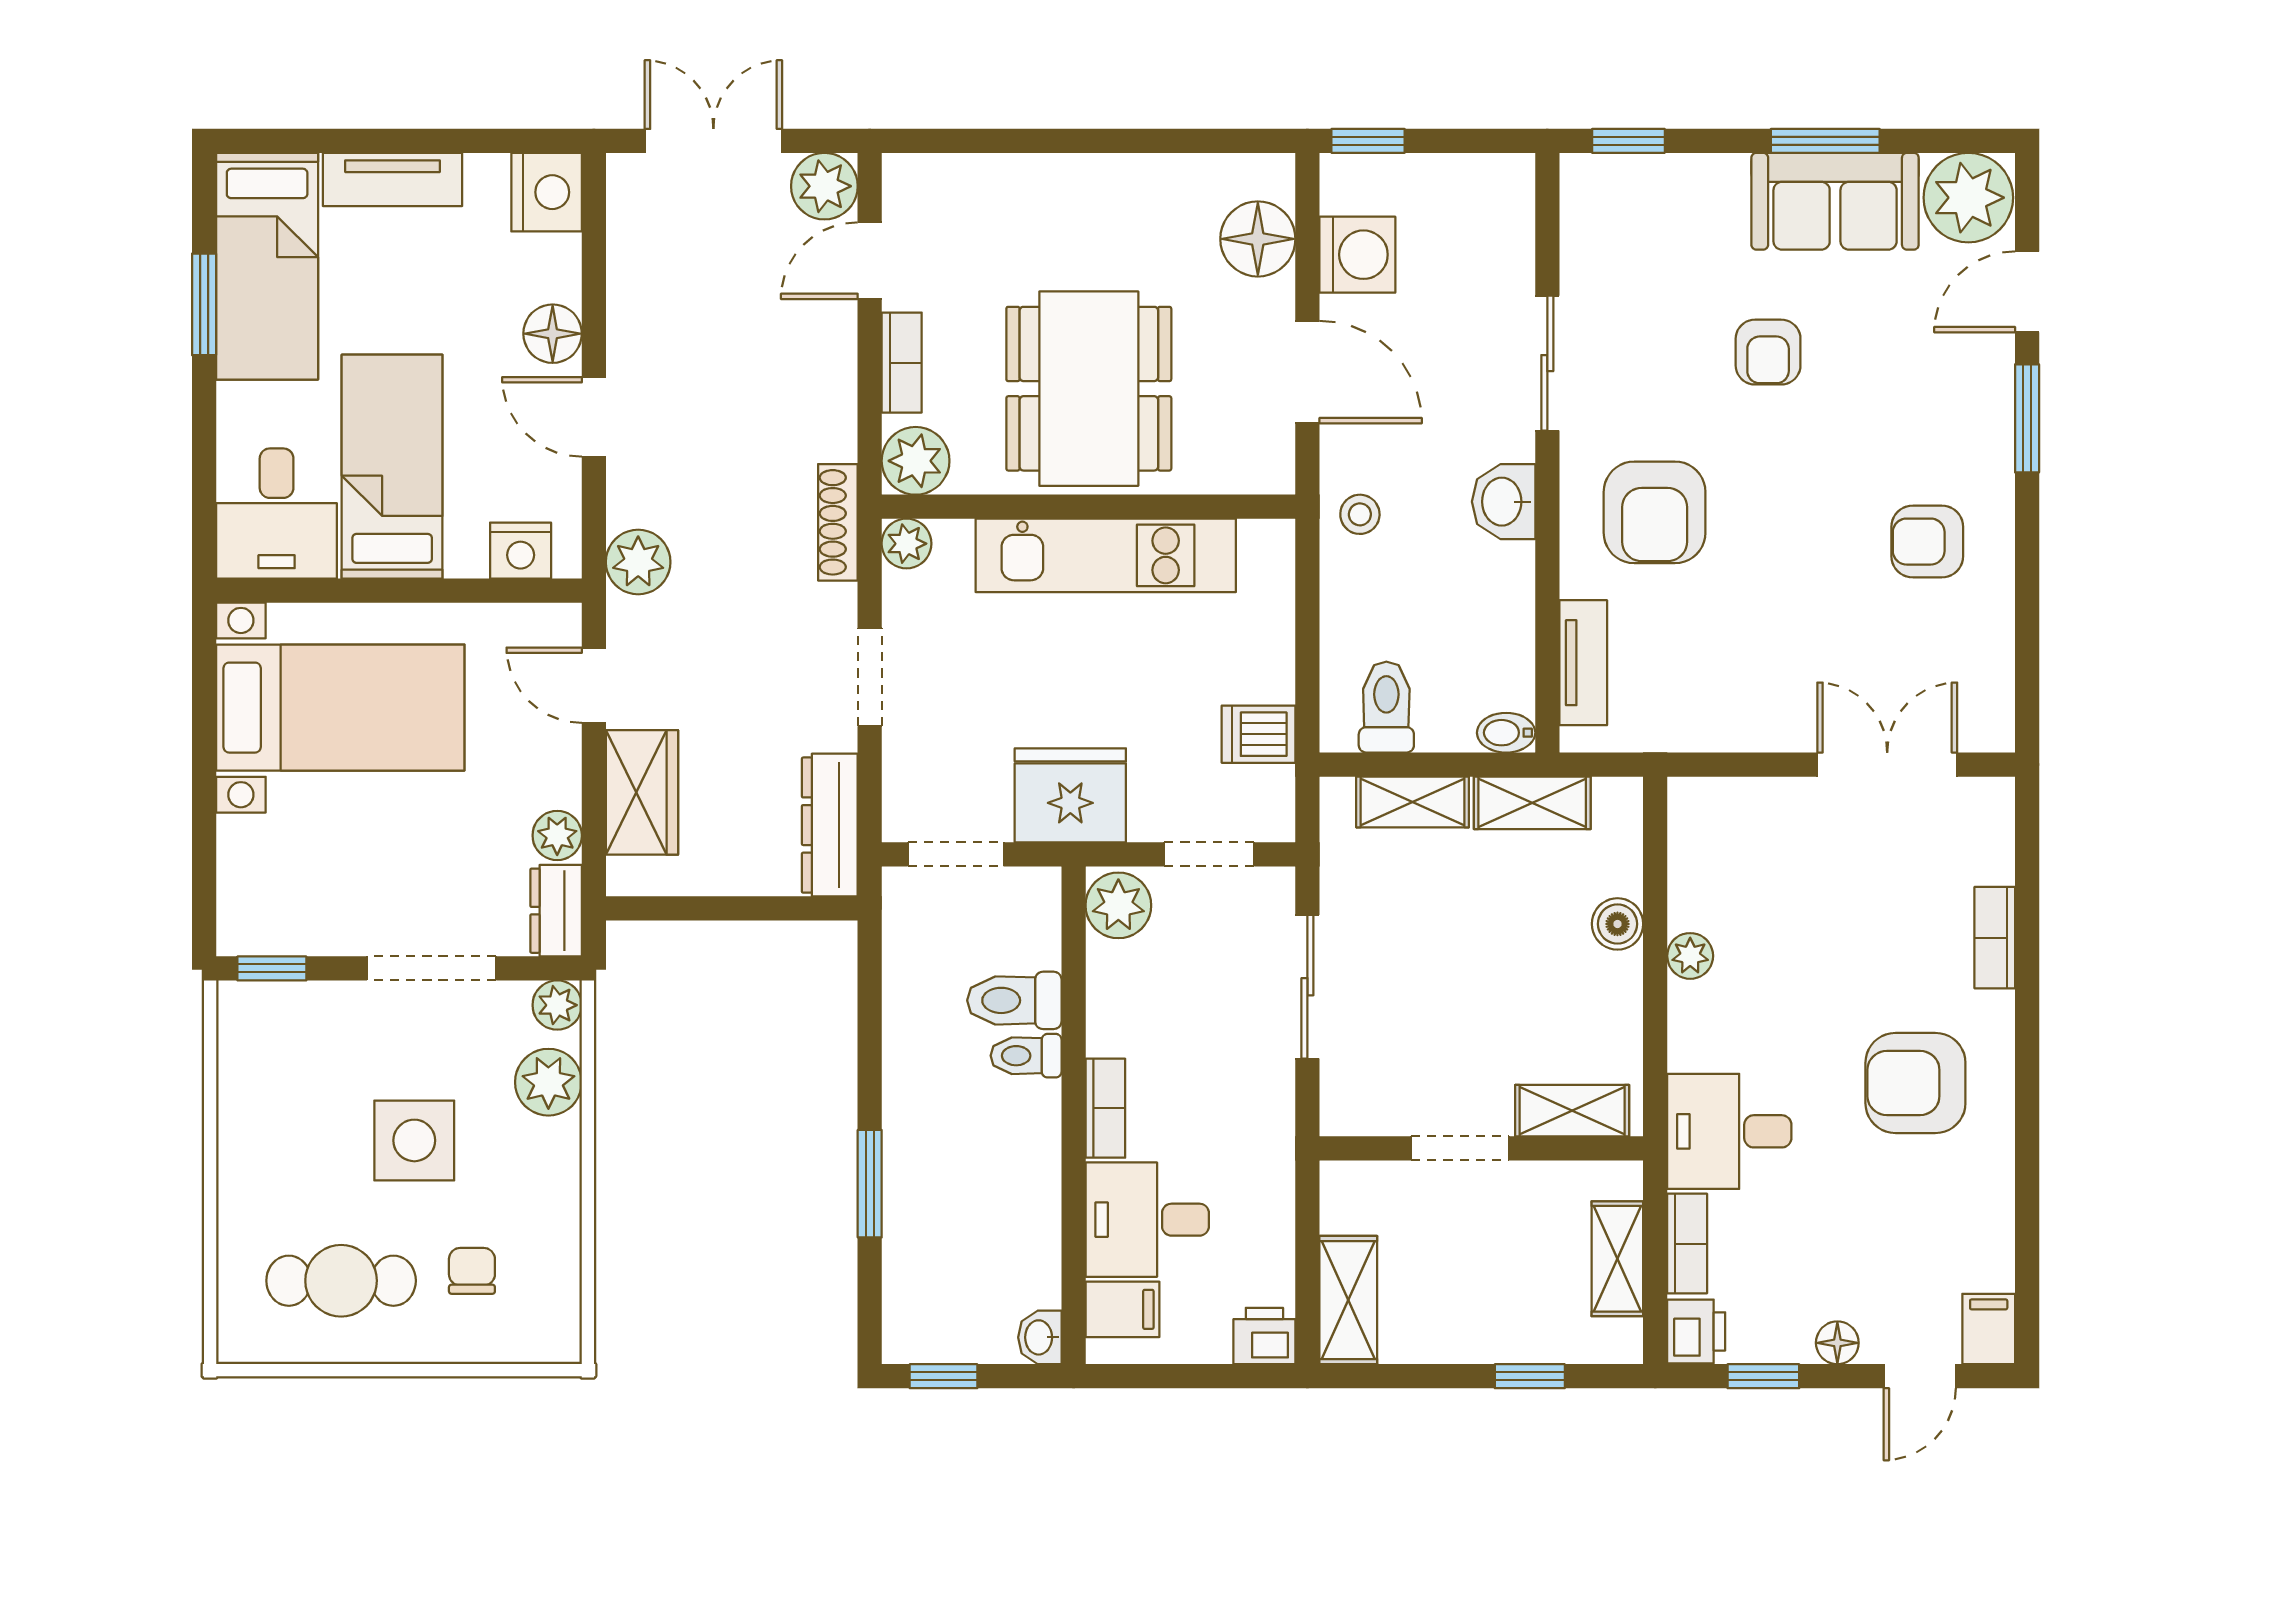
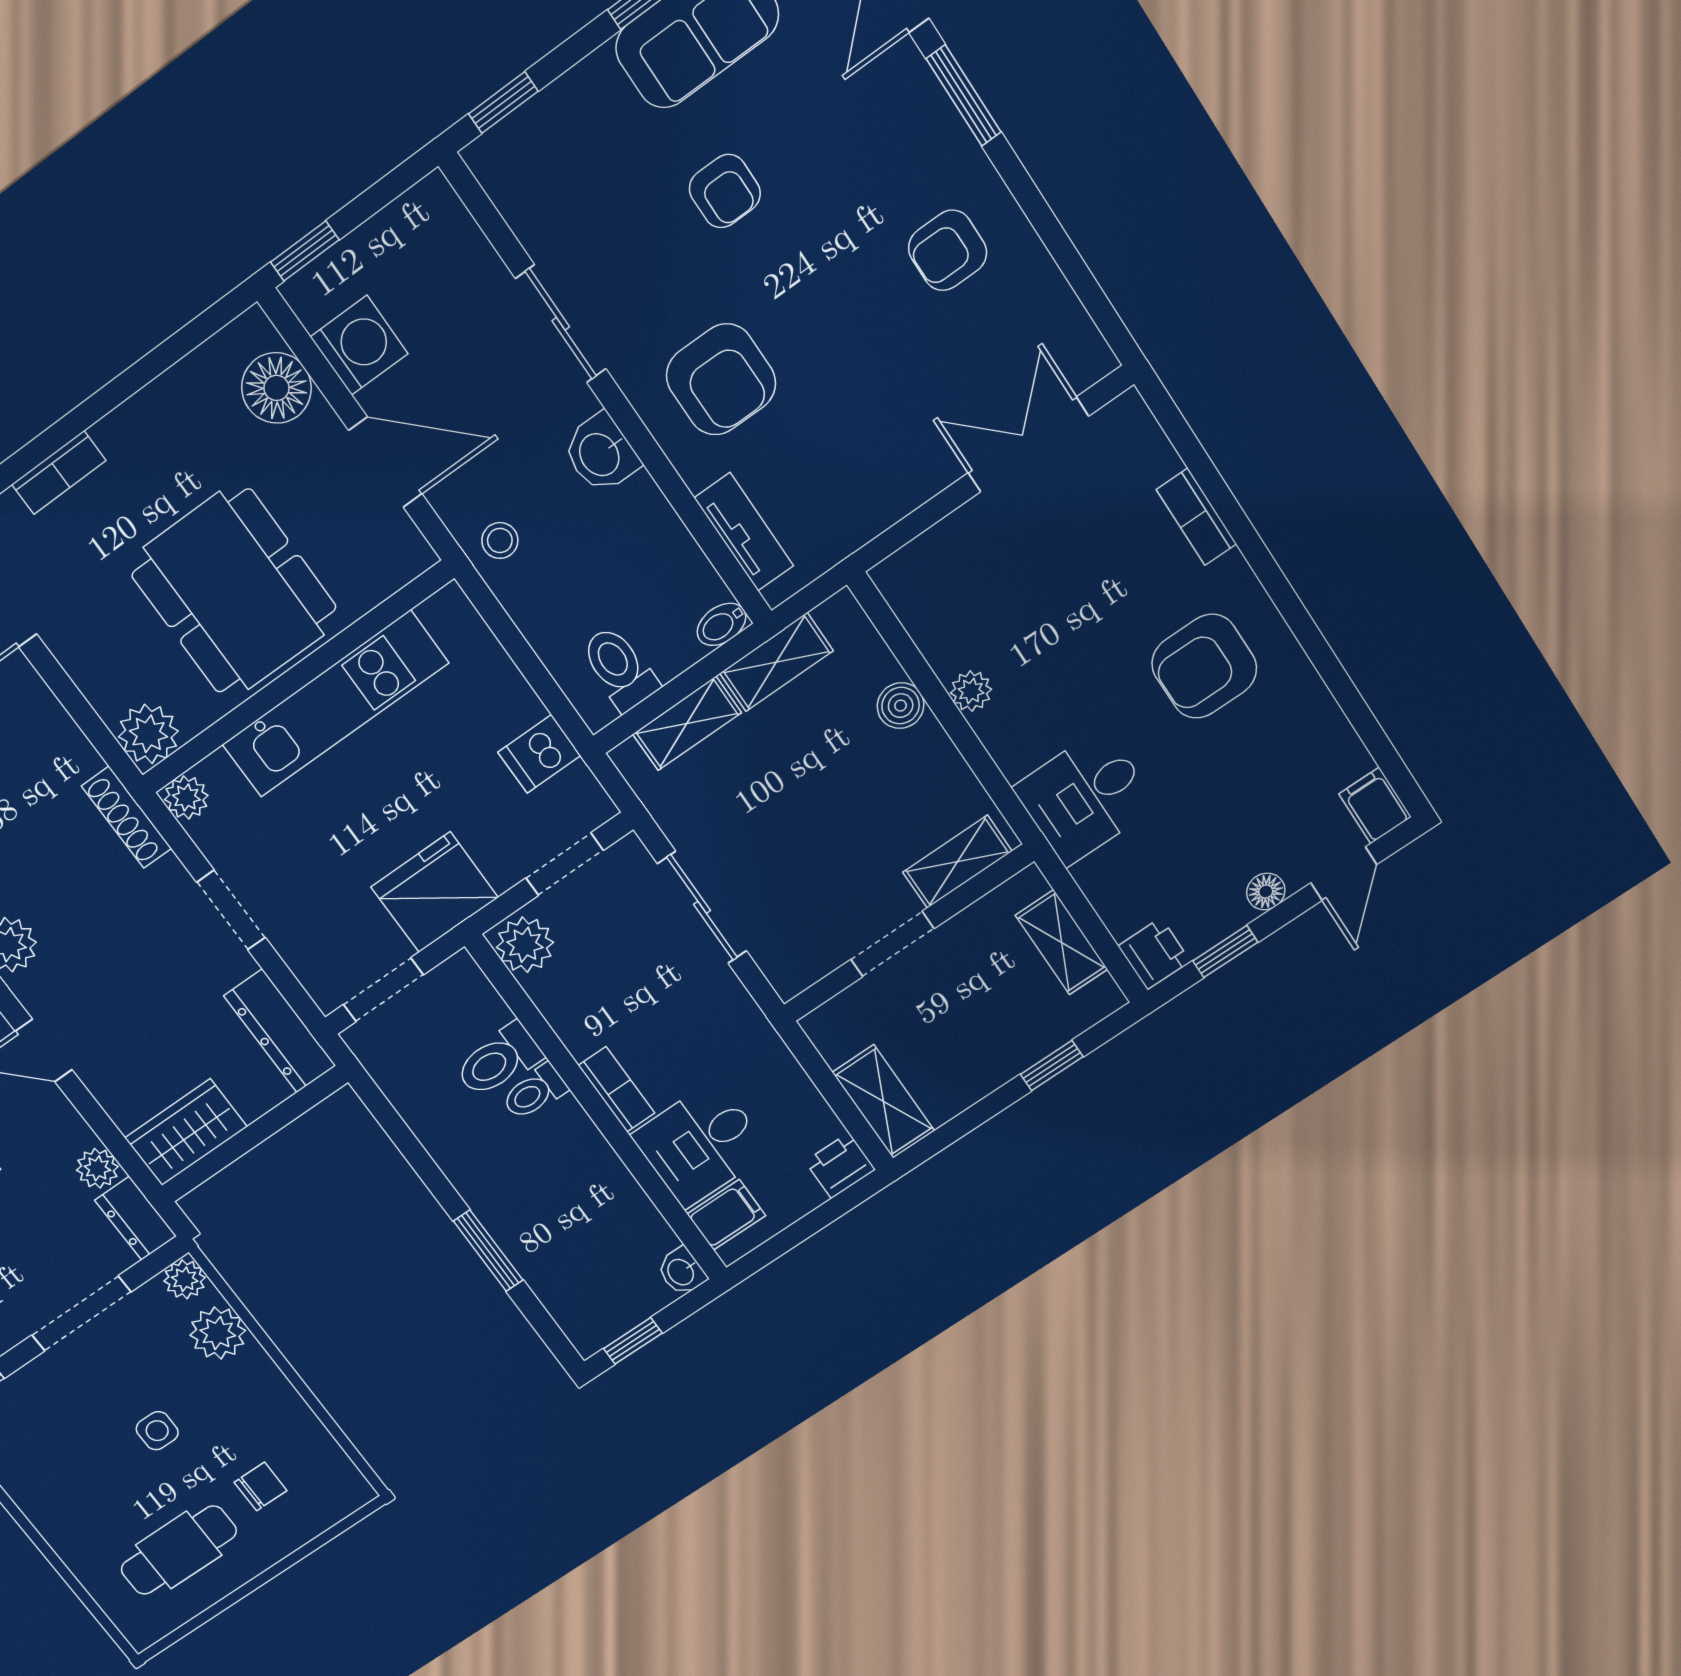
bookcase: (902, 363) -> (59, 472), moved, turned 90
wardrobe: (642, 792) -> (186, 1132), moved, turned -90
side table: (414, 1140) -> (157, 1431), width x0.54, depth x0.54
bookcase: (1687, 1244) -> (1106, 897), removed
chair: (472, 1271) -> (261, 1486), turned 90

